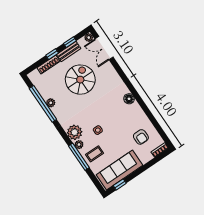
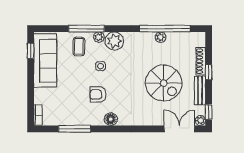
window: (70, 42) -> (209, 112), moved
window: (152, 119) -> (75, 129), added
armchair: (141, 137) -> (98, 94), moved

